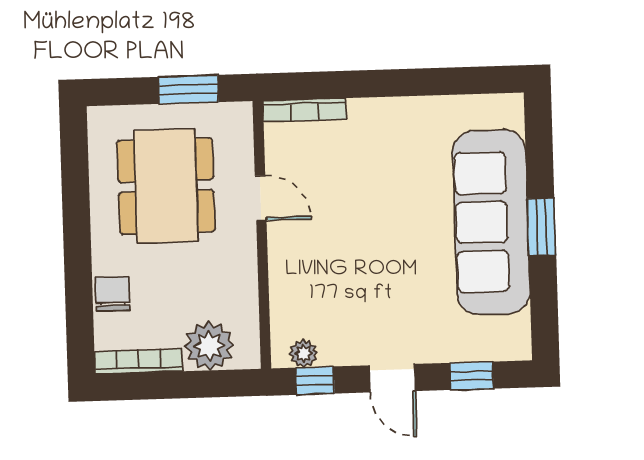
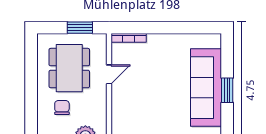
door: (261, 198) -> (109, 74), hinge flipped
chair: (112, 294) -> (62, 108), moved

